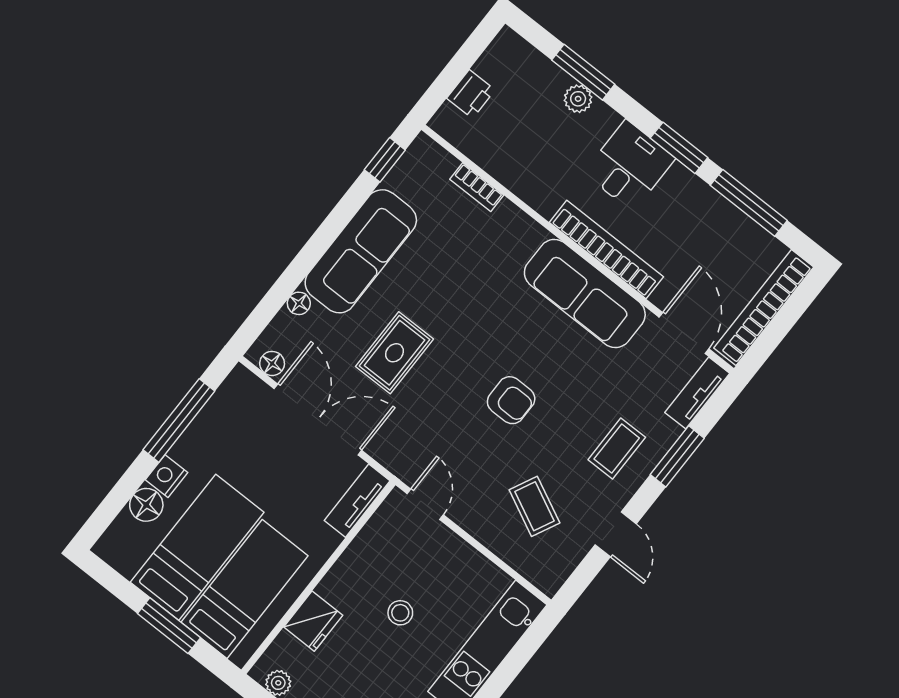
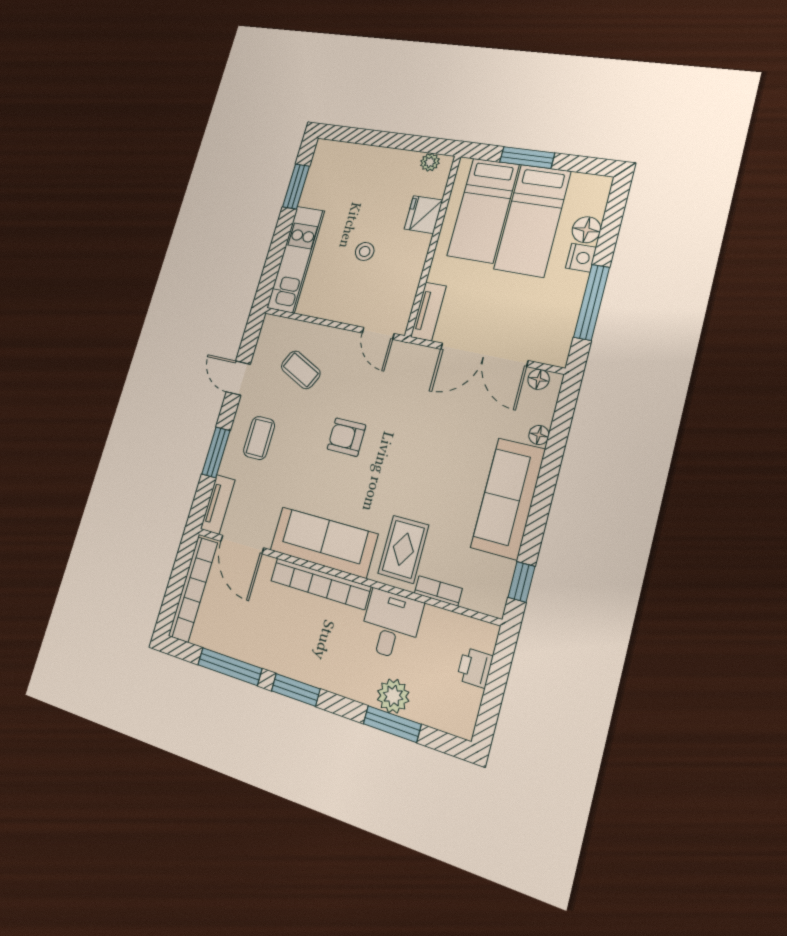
plant: (578, 99) -> (393, 696), width x1.38, depth x1.38
desk: (629, 166) -> (391, 625), moved, turned 180
rug: (395, 353) -> (403, 549), moved

